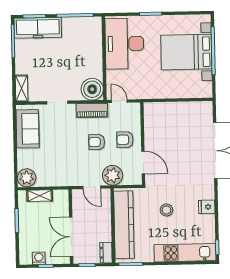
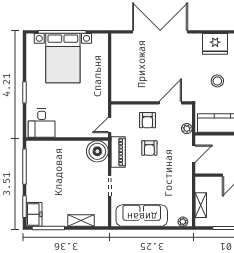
freezer: (38, 28) -> (34, 214), width x0.52, depth x0.79
desk: (124, 44) -> (42, 123), width x0.53, depth x0.77
shelving: (22, 88) -> (81, 221), moved
sofa: (28, 129) -> (142, 216), width x1.36
plant: (113, 175) -> (187, 129), width x0.53, depth x0.53
plant: (27, 178) -> (183, 222), width x0.53, depth x0.53
fridge: (207, 207) -> (215, 44), width x1.88, depth x1.34

